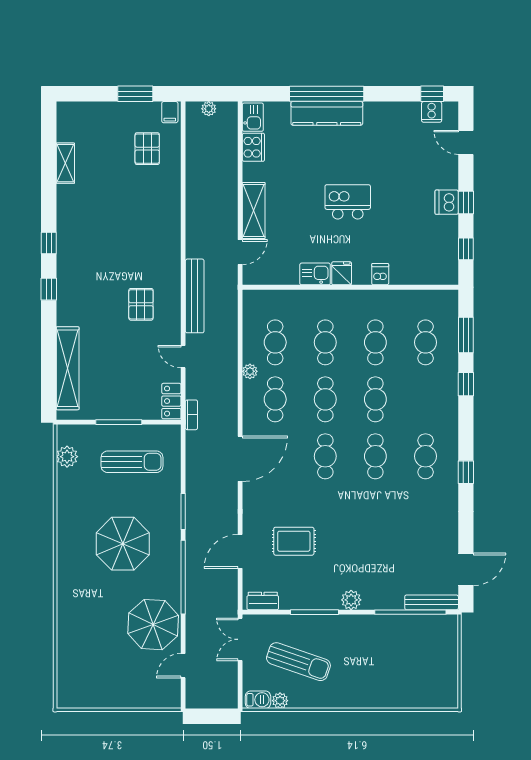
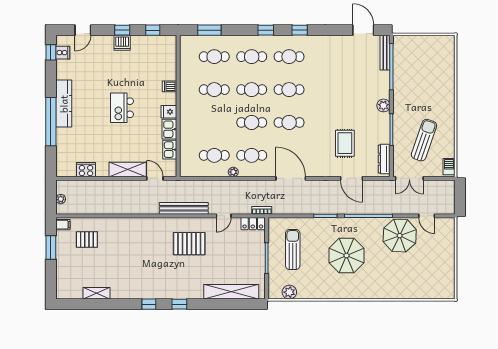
kitchen counter: (327, 113) -> (64, 104), moved
kitchen sink: (253, 117) -> (170, 150), moved, turned -90
pallet: (141, 304) -> (189, 244), width x1.50, depth x1.42
cafe table: (325, 342) -> (252, 57), moved
window: (466, 384) -> (266, 30), moved
dresser: (263, 601) -> (384, 159), width x1.44
plant: (280, 701) -> (450, 152), removed

